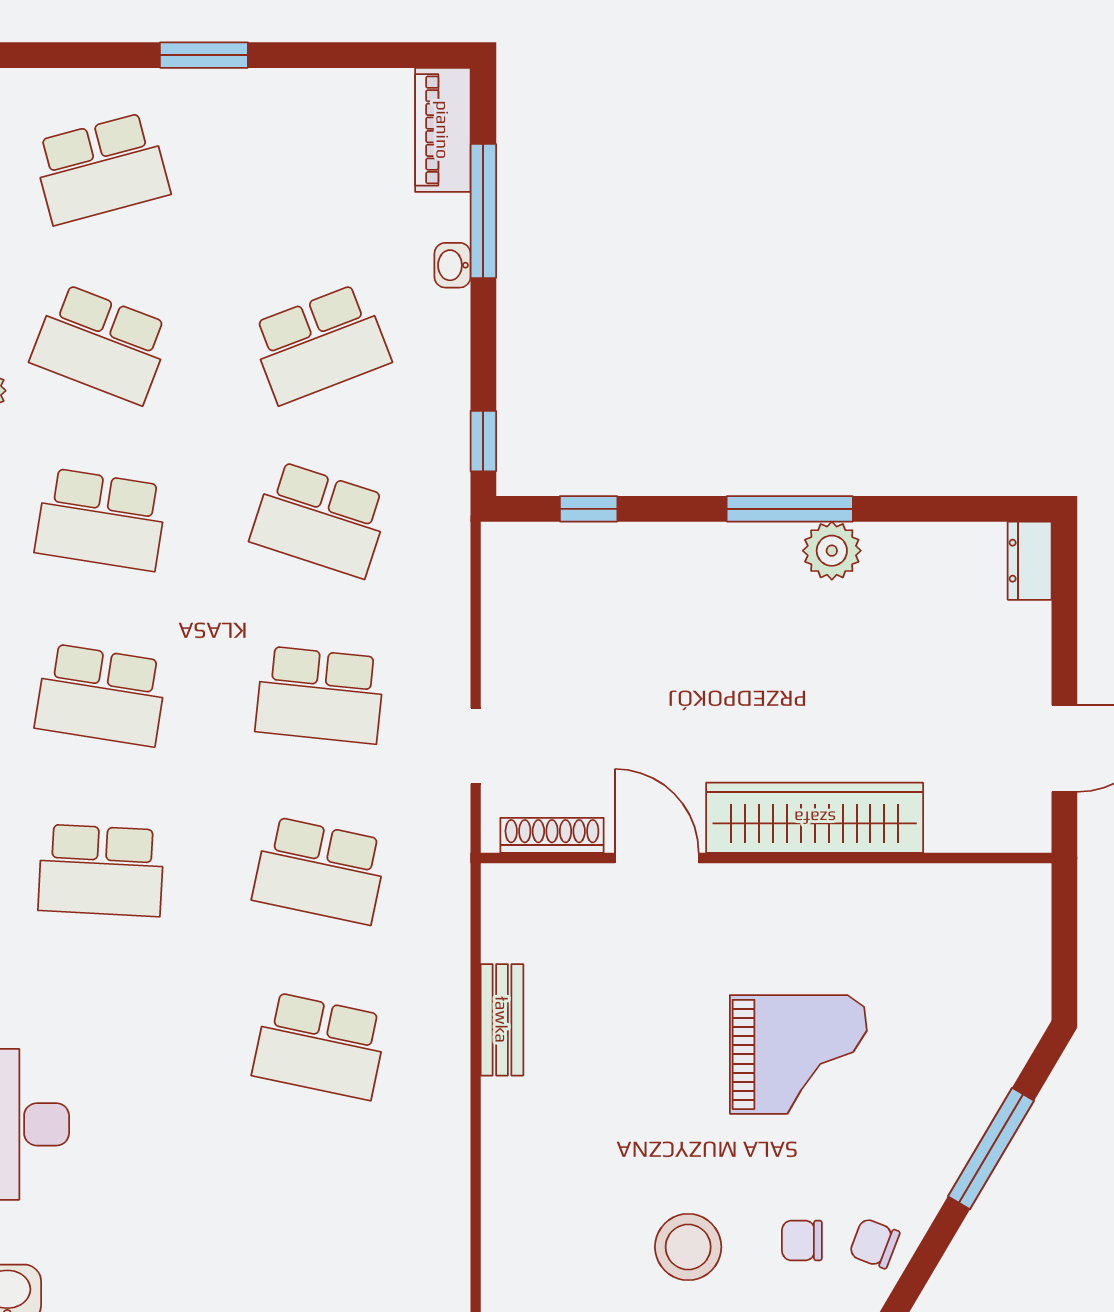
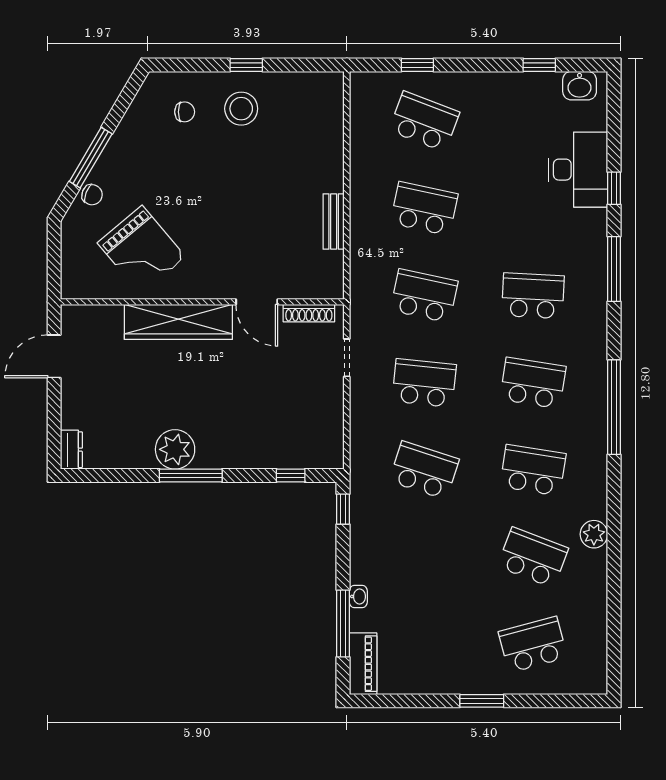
school desk: (320, 344) -> (424, 121), moved, turned 42
plant: (832, 551) -> (175, 449), width x1.36, depth x1.36
grand piano: (798, 1054) -> (141, 250), moved, turned -130
chair: (874, 1243) -> (92, 195), moved

